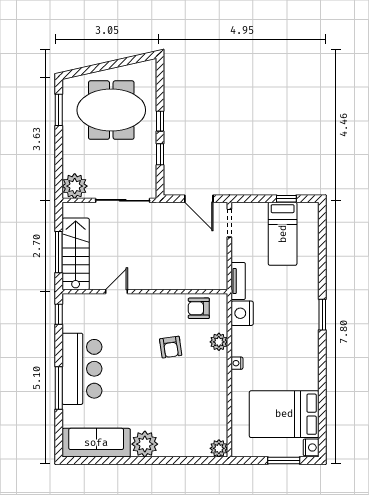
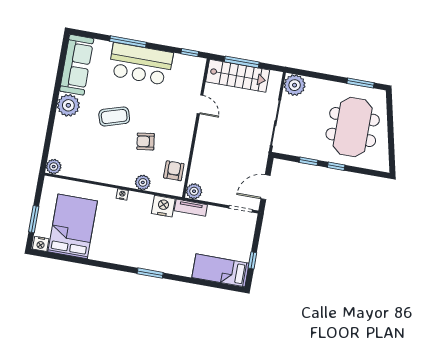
bed: (283, 234) -> (220, 270), moved
plant: (218, 281) -> (194, 191), added
coffee table: (148, 389) -> (114, 116), added

